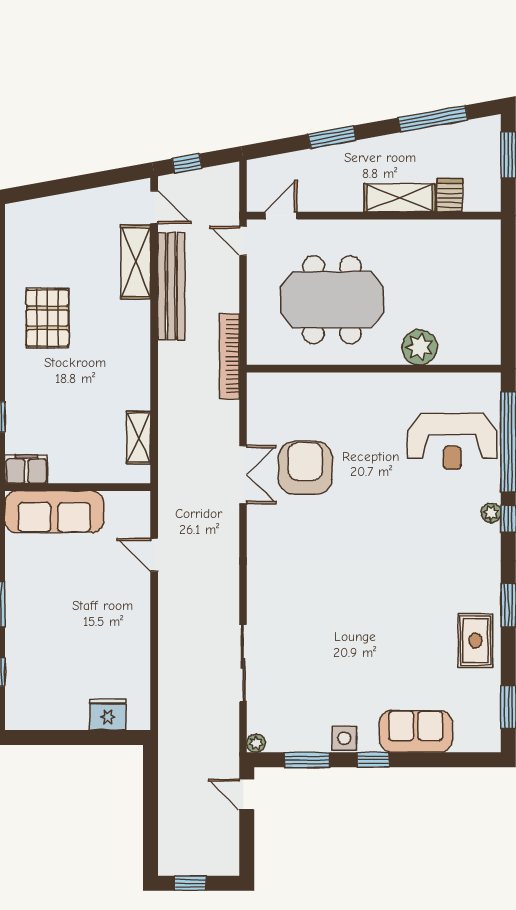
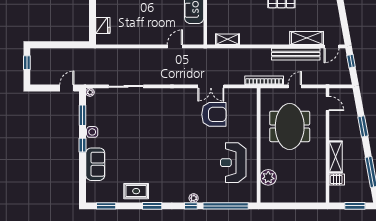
door: (243, 241) -> (295, 86), moved
plant: (420, 347) -> (268, 177), moved
reception desk: (452, 441) -> (233, 163), moved

